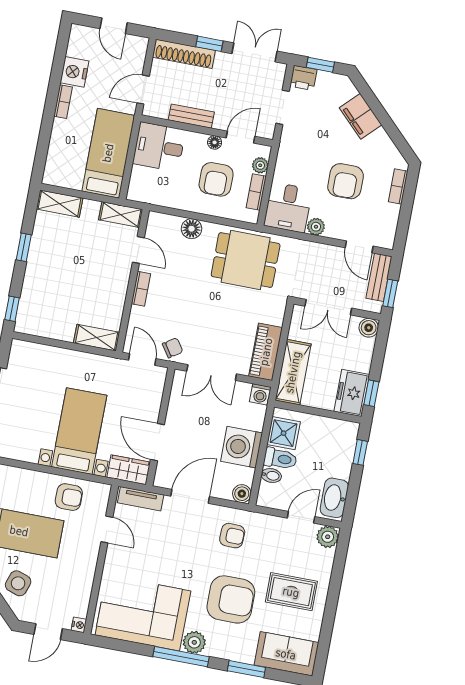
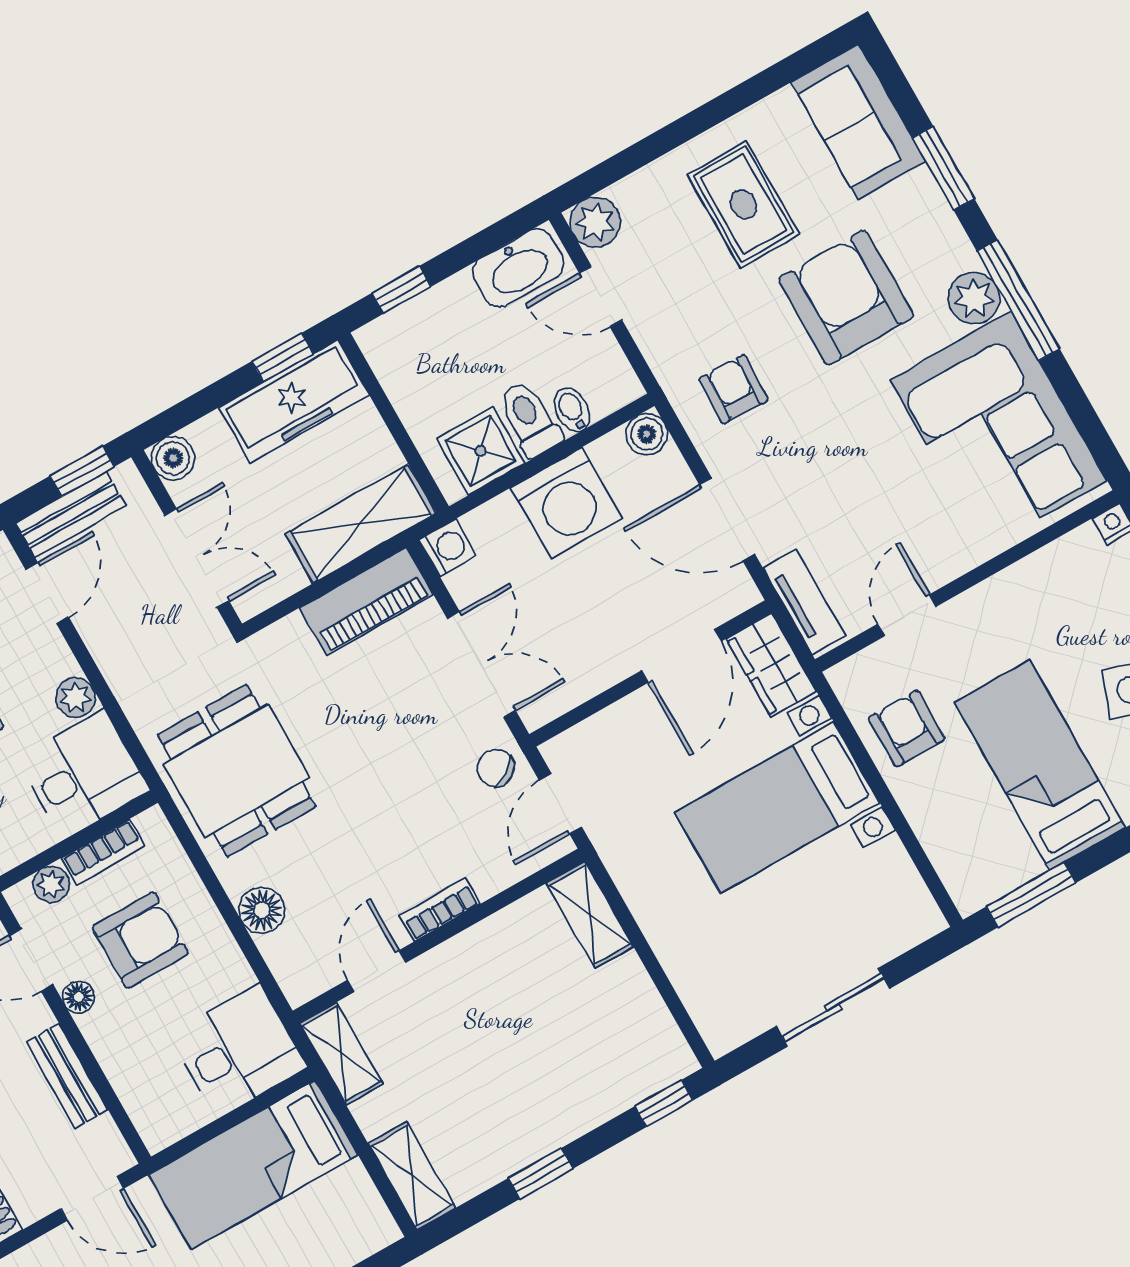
desk: (159, 147) -> (238, 1051), moved, turned -90
freezer: (352, 393) -> (294, 401), width x1.40

